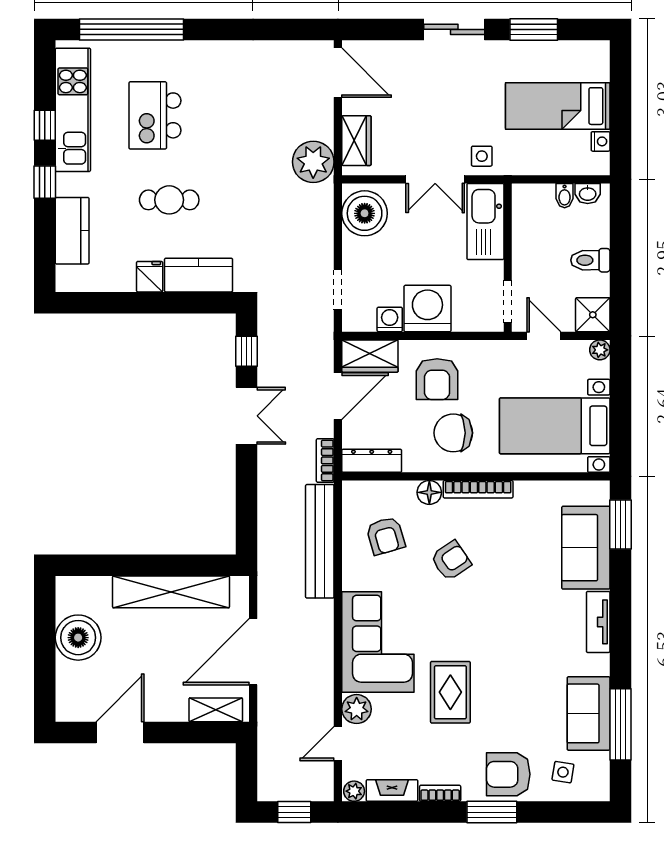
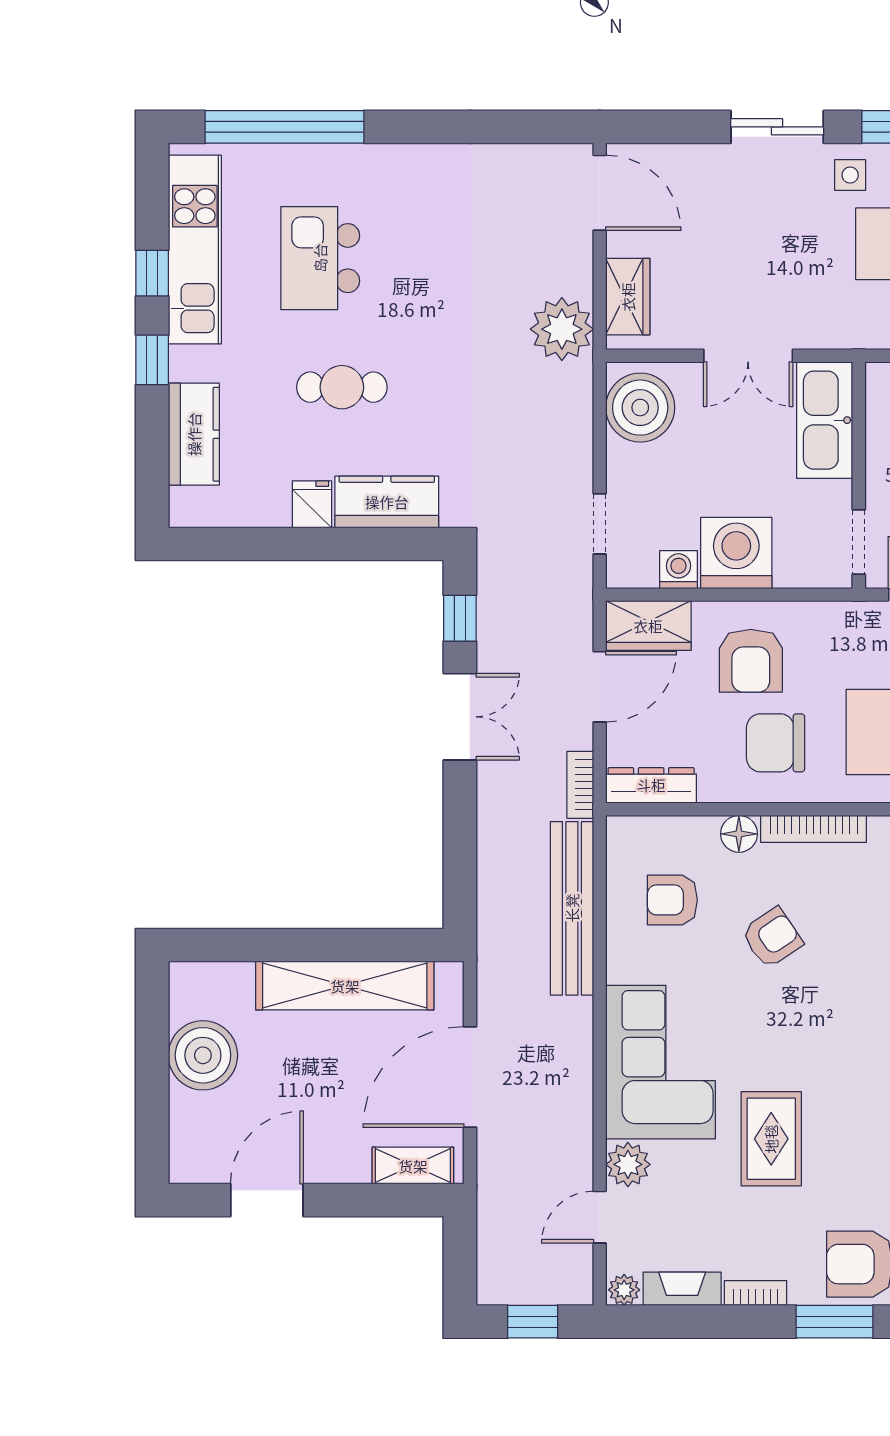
side table: (482, 156) -> (850, 175), moved
armchair: (386, 536) -> (672, 900), turned 106

